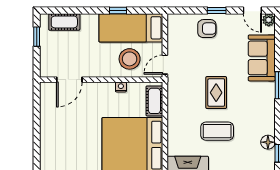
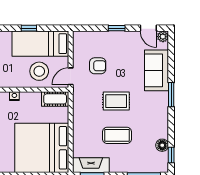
armchair: (207, 29) -> (98, 66), moved
nightstand: (121, 87) -> (14, 96), moved
rug: (216, 93) -> (116, 101), turned 90
cot: (154, 101) -> (55, 99), moved, turned 90

